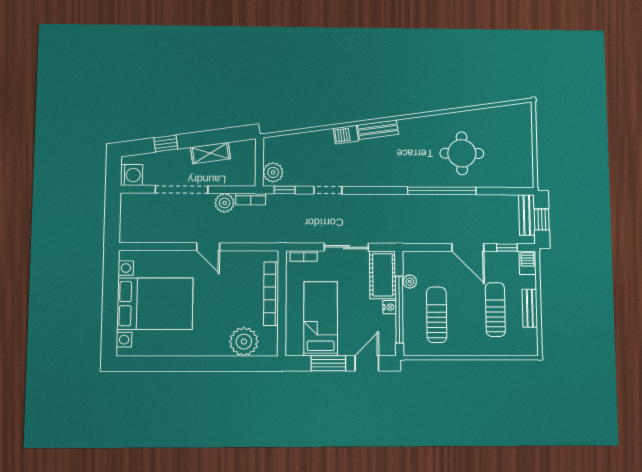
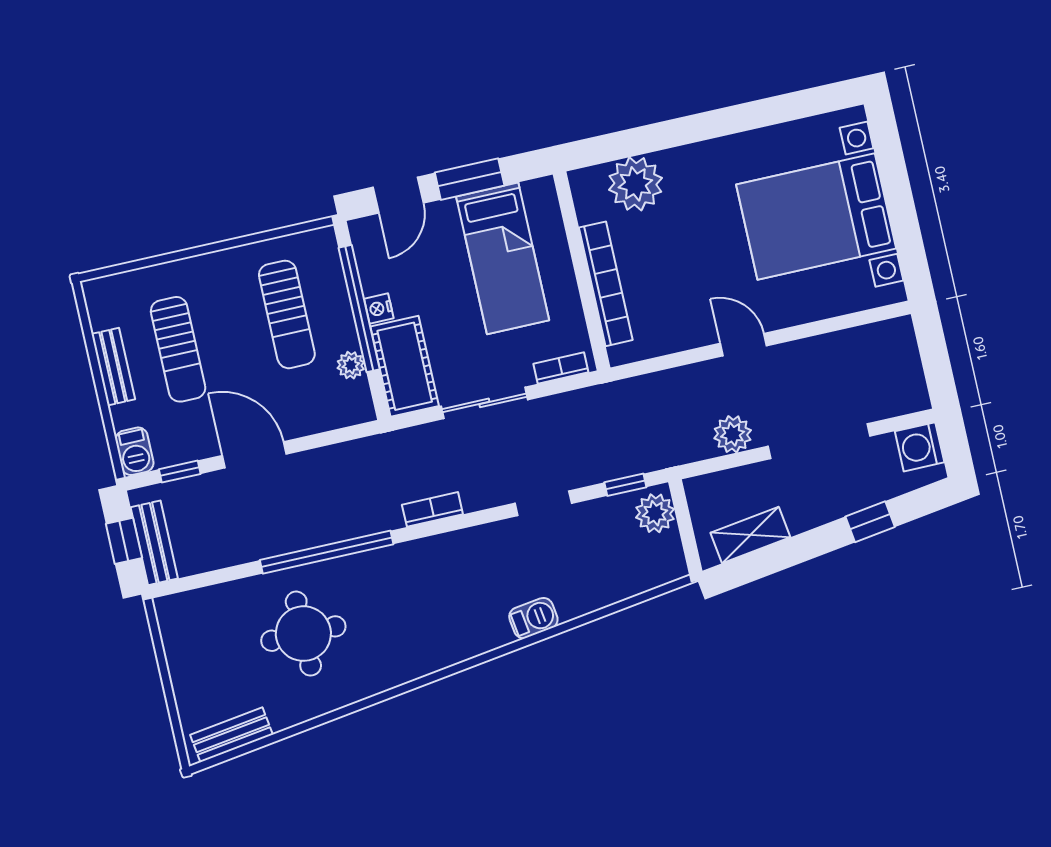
bench: (378, 130) -> (231, 735), moved
shelving: (211, 153) -> (750, 535), moved
bookcase: (251, 199) -> (432, 509), moved

